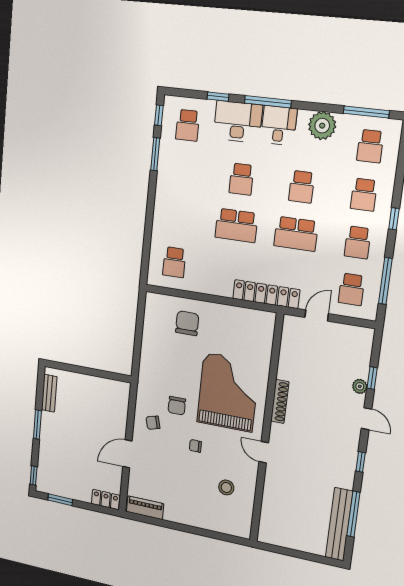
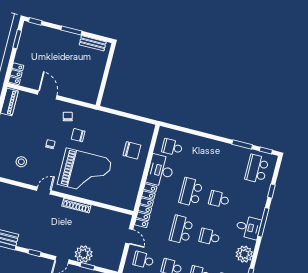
desk: (238, 122) -> (160, 171), moved, turned 180
school desk: (188, 125) -> (257, 169), width x1.85
plant: (360, 386) -> (84, 254), width x1.87, depth x1.87

